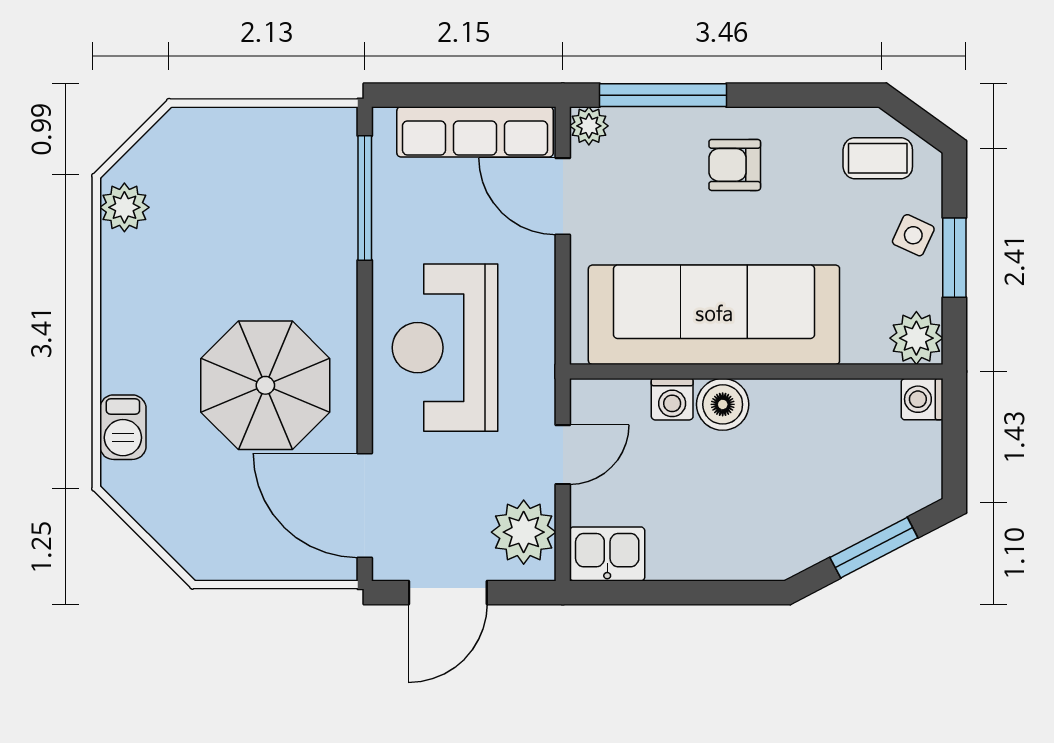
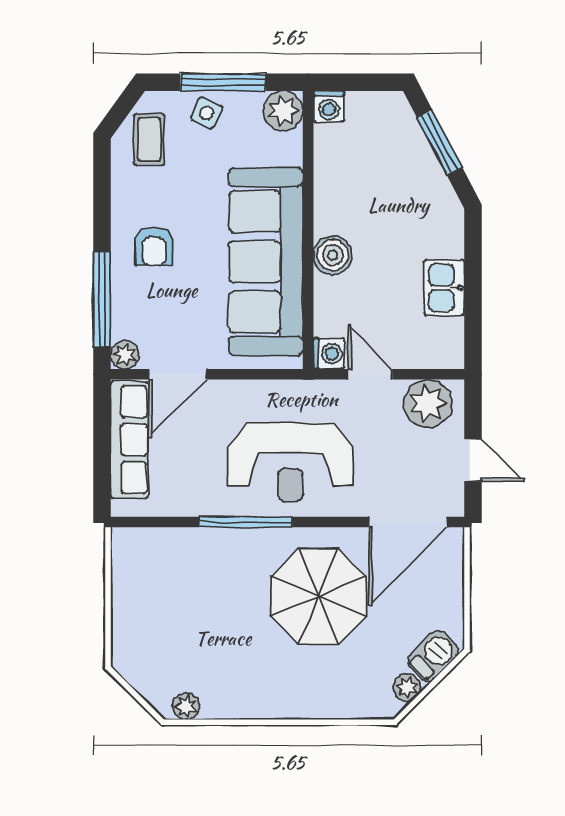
window: (365, 198) -> (246, 522), moved
plant: (124, 207) -> (186, 706), width x0.73, depth x0.73
window: (954, 258) -> (223, 82), width x1.44
washing machine: (672, 399) -> (329, 354), moved
barbecue: (123, 427) -> (433, 656), moved, turned -45
plant: (143, 504) -> (407, 687), added
kitchen sink: (607, 554) -> (444, 288), moved
door: (448, 593) -> (473, 460), width x0.73

